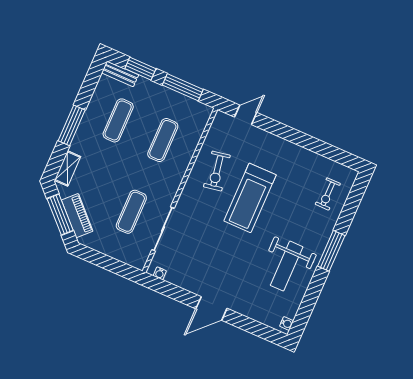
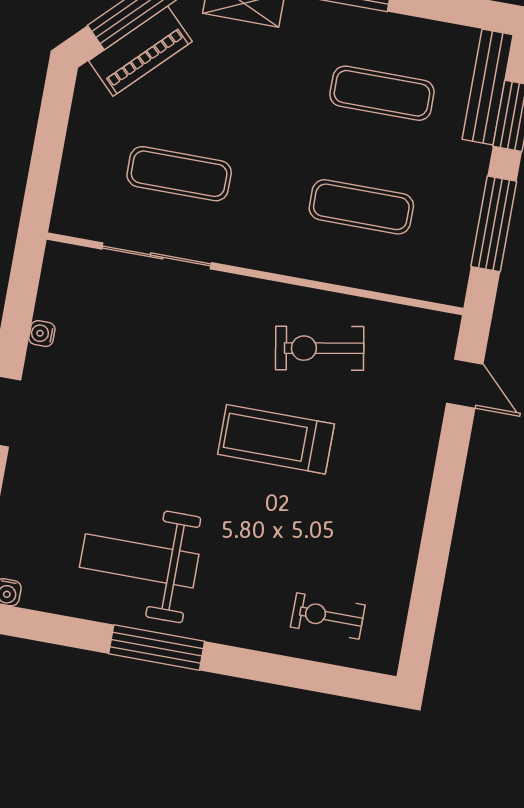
bench: (120, 74) -> (488, 87), width x1.36
treadmill: (250, 198) -> (276, 439), width x0.73, depth x0.73
window: (331, 251) -> (157, 648), moved
water cooler: (160, 273) -> (42, 334), moved

